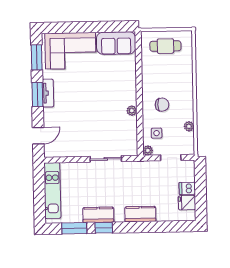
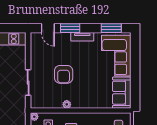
window: (37, 95) -> (70, 28), moved
armchair: (95, 115) -> (64, 74), added

